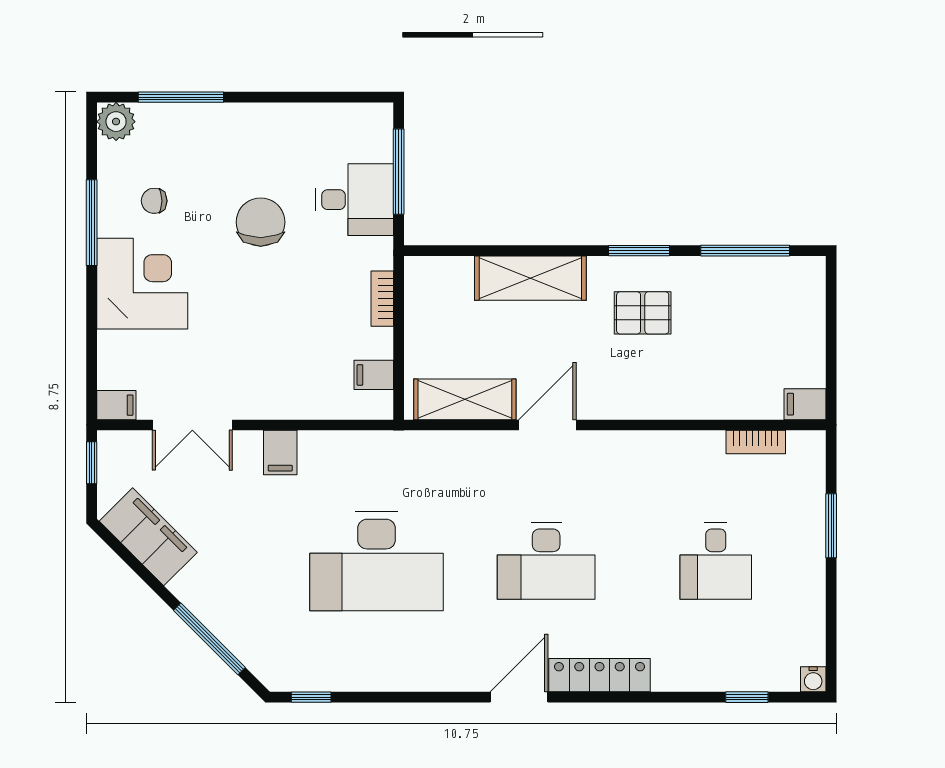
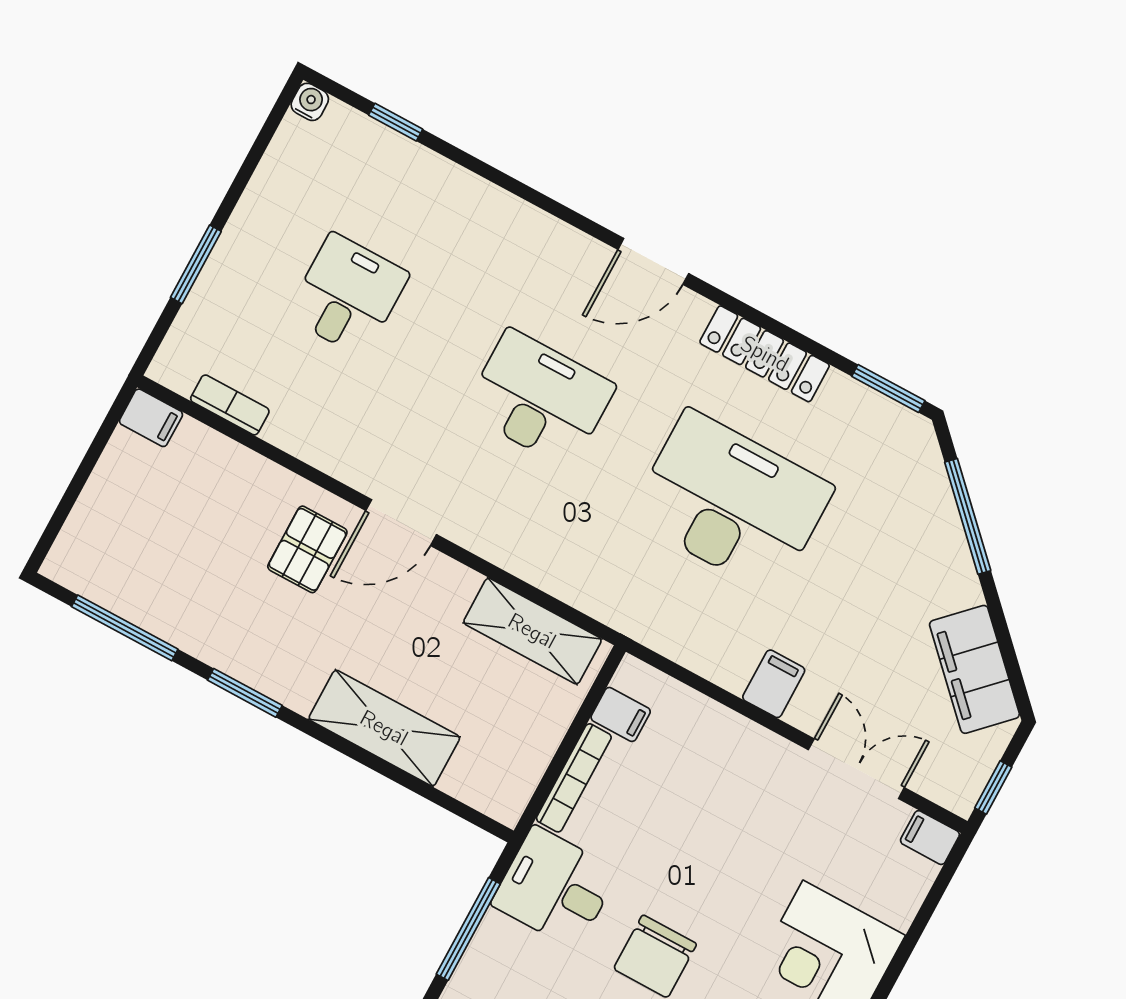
desk: (354, 200) -> (555, 888), moved
bookcase: (382, 299) -> (574, 778), width x1.56
pallet: (643, 313) -> (307, 549), moved, turned 90
door: (547, 425) -> (401, 523), moved
locker: (599, 675) -> (765, 354), moved
window: (311, 697) -> (888, 389), width x1.50

